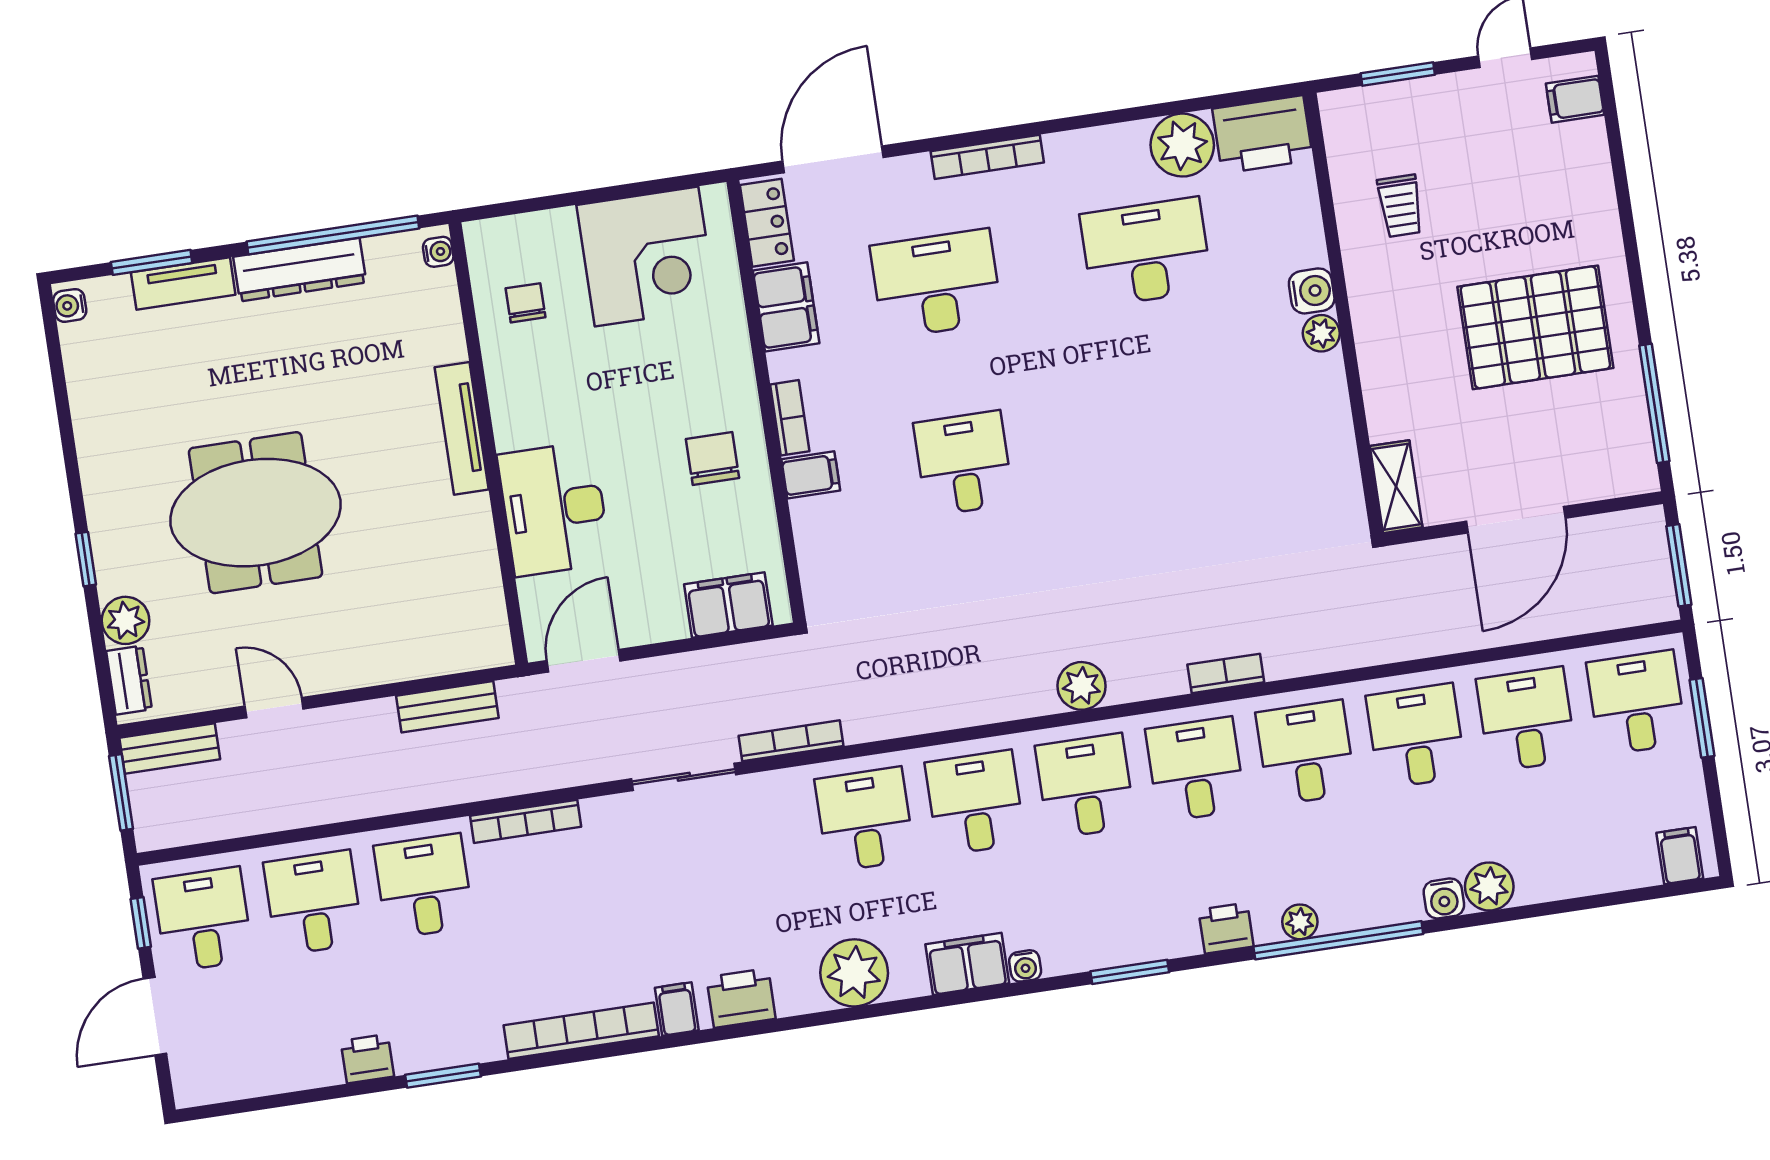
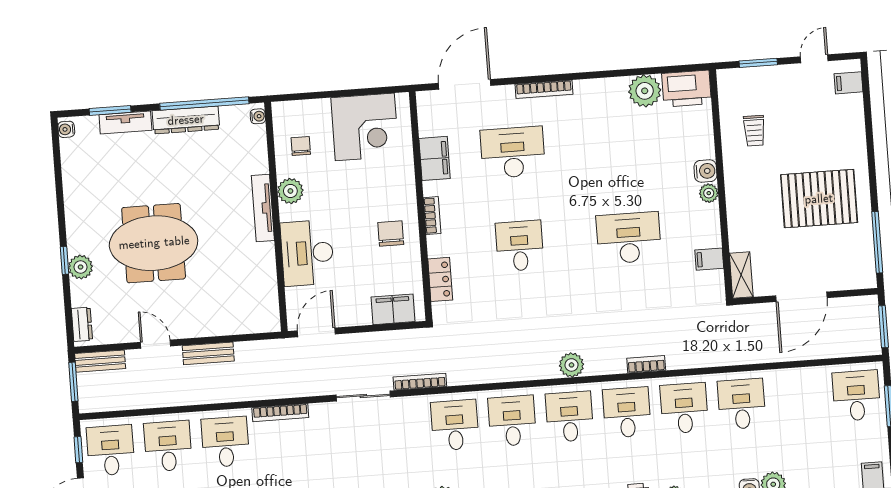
locker: (767, 223) -> (440, 279), moved
desk: (1146, 252) -> (629, 238), moved
plant: (512, 391) -> (290, 191), added
filing cabinet: (811, 475) -> (709, 259), moved, turned 180
plant: (126, 620) -> (81, 267), moved
bench: (447, 707) -> (208, 353), moved
desk: (1526, 719) -> (799, 400), removed

